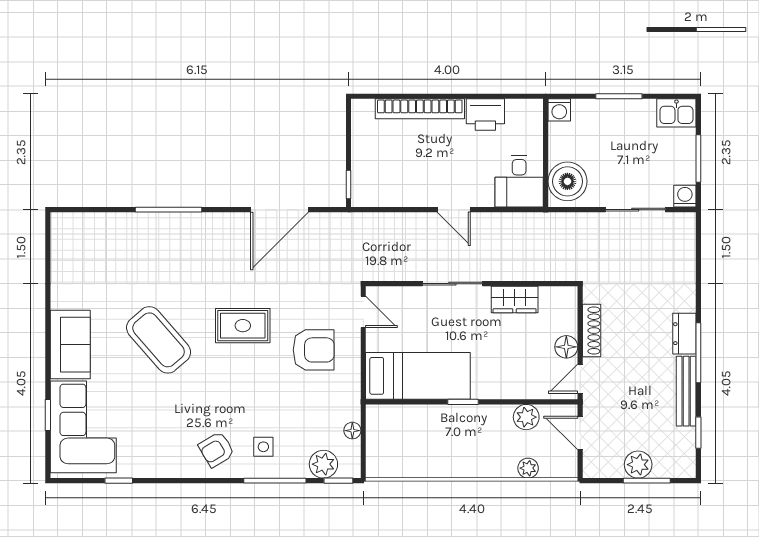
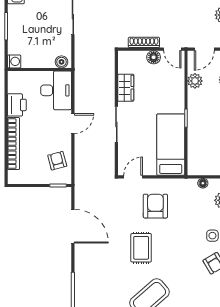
desk: (519, 181) -> (56, 90), width x1.37
boiler: (567, 181) -> (61, 62), width x0.54, depth x0.54
armchair: (391, 183) -> (57, 161), added

